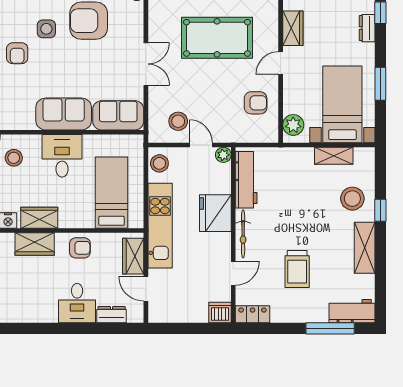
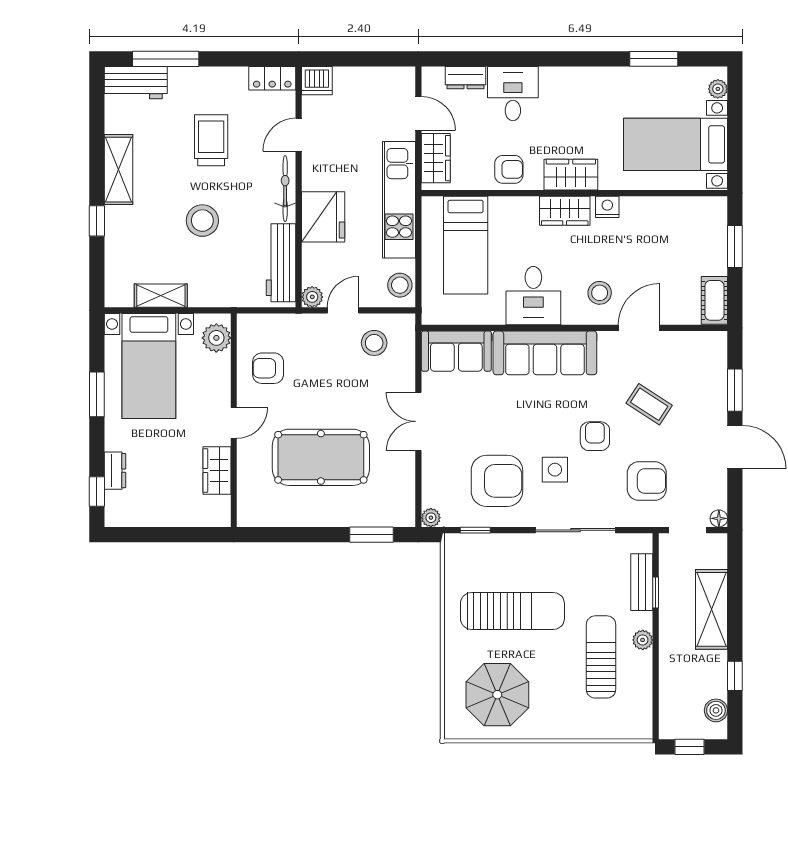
sofa: (64, 114) -> (545, 353), width x1.36
door: (201, 145) -> (343, 310), swing flipped
stool: (352, 199) -> (202, 221), moved
armchair: (80, 248) -> (509, 169), turned 180

